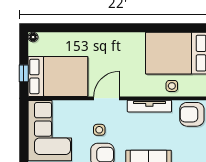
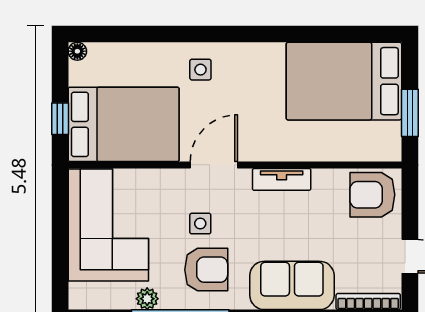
side table: (172, 86) -> (200, 70), moved
tv unit: (149, 106) -> (282, 179), width x0.71

